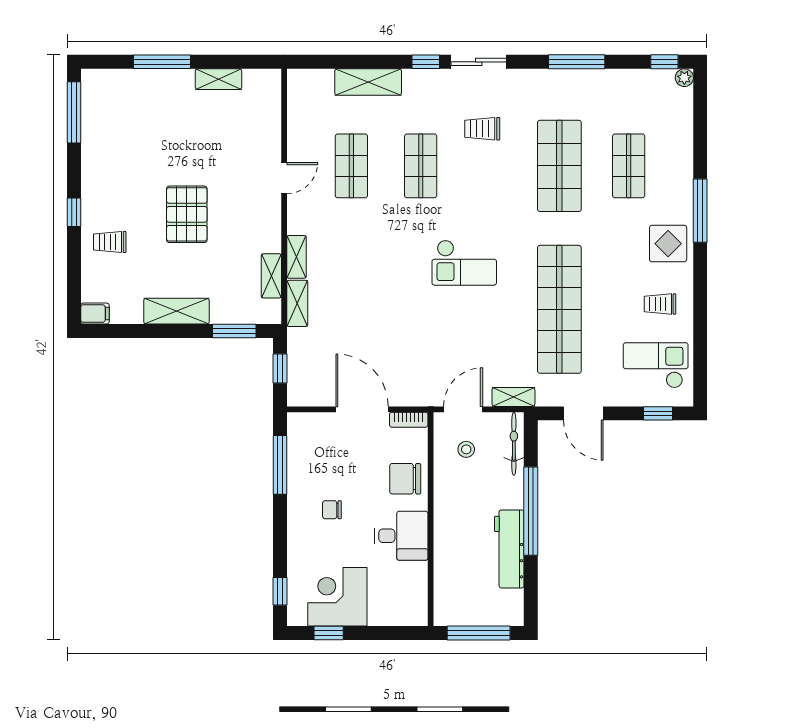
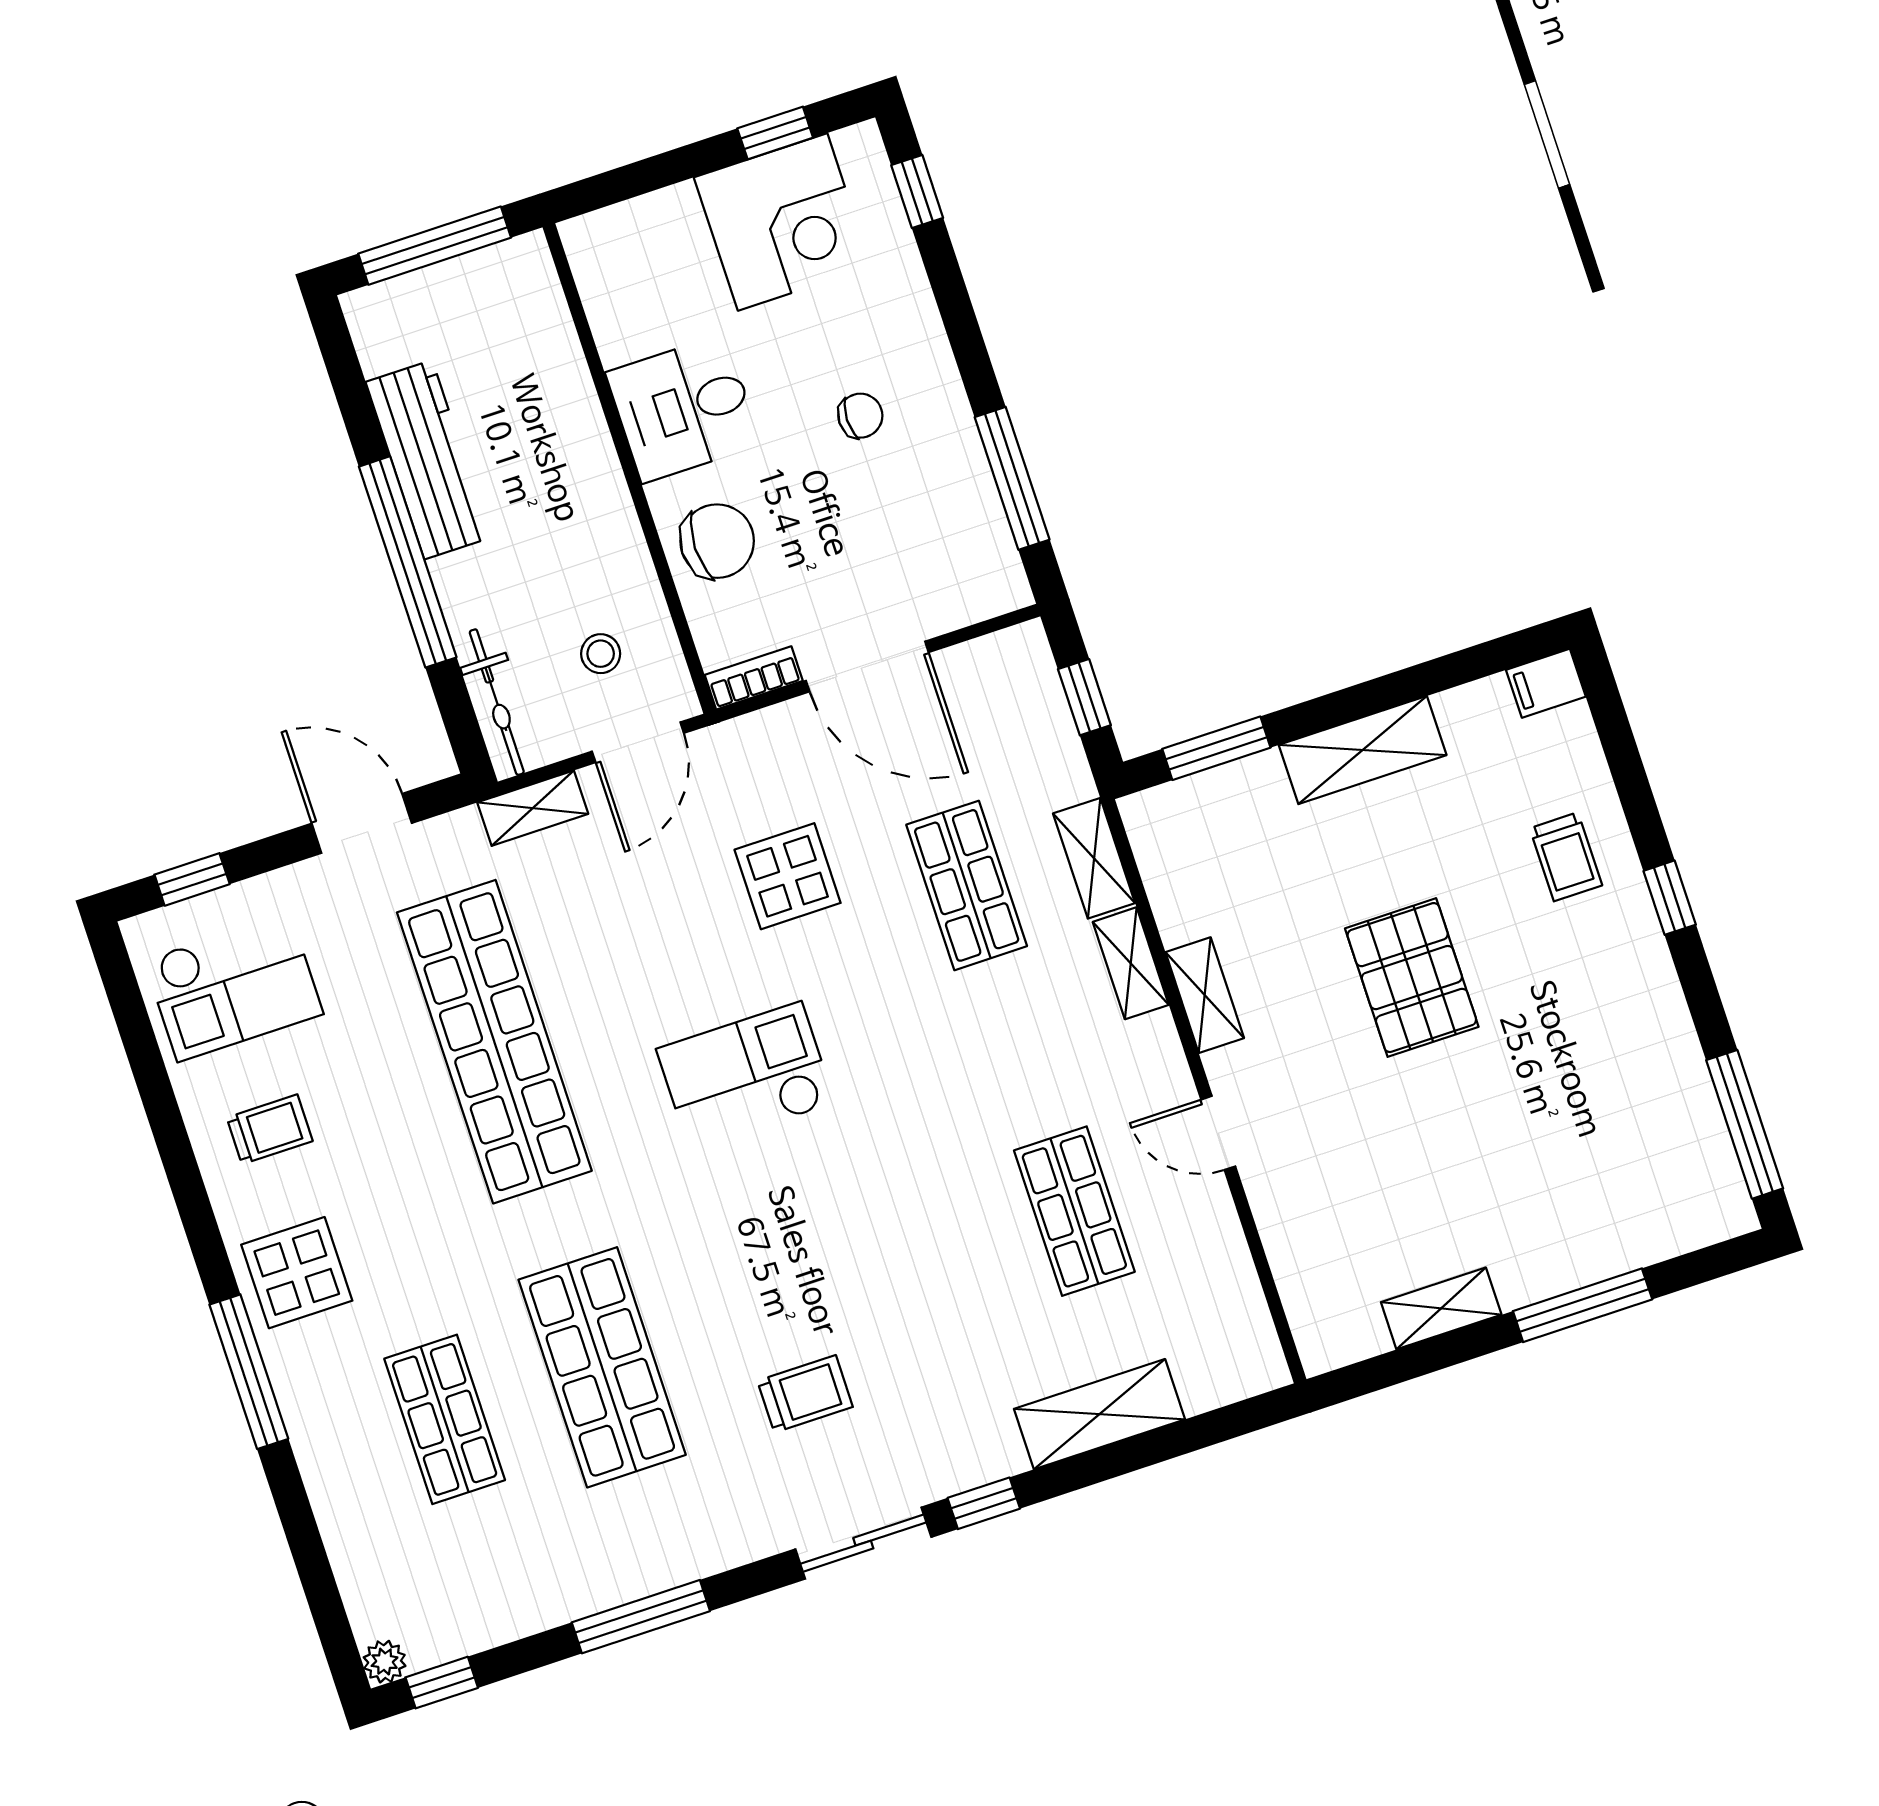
shop shelf: (421, 166) -> (967, 885), moved
door: (284, 178) -> (1218, 1133), hinge flipped
trolley: (110, 242) -> (1566, 857), turned 90
shelving: (271, 276) -> (1205, 995), moved
display table: (421, 336) -> (788, 876), added

